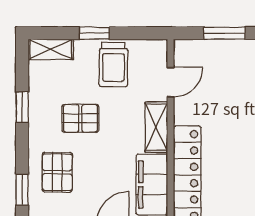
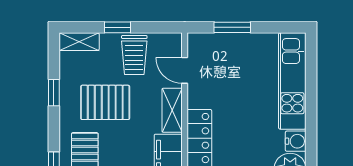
door: (170, 82) -> (185, 70), swing flipped
pallet: (80, 118) -> (105, 102), width x1.50, depth x1.42

